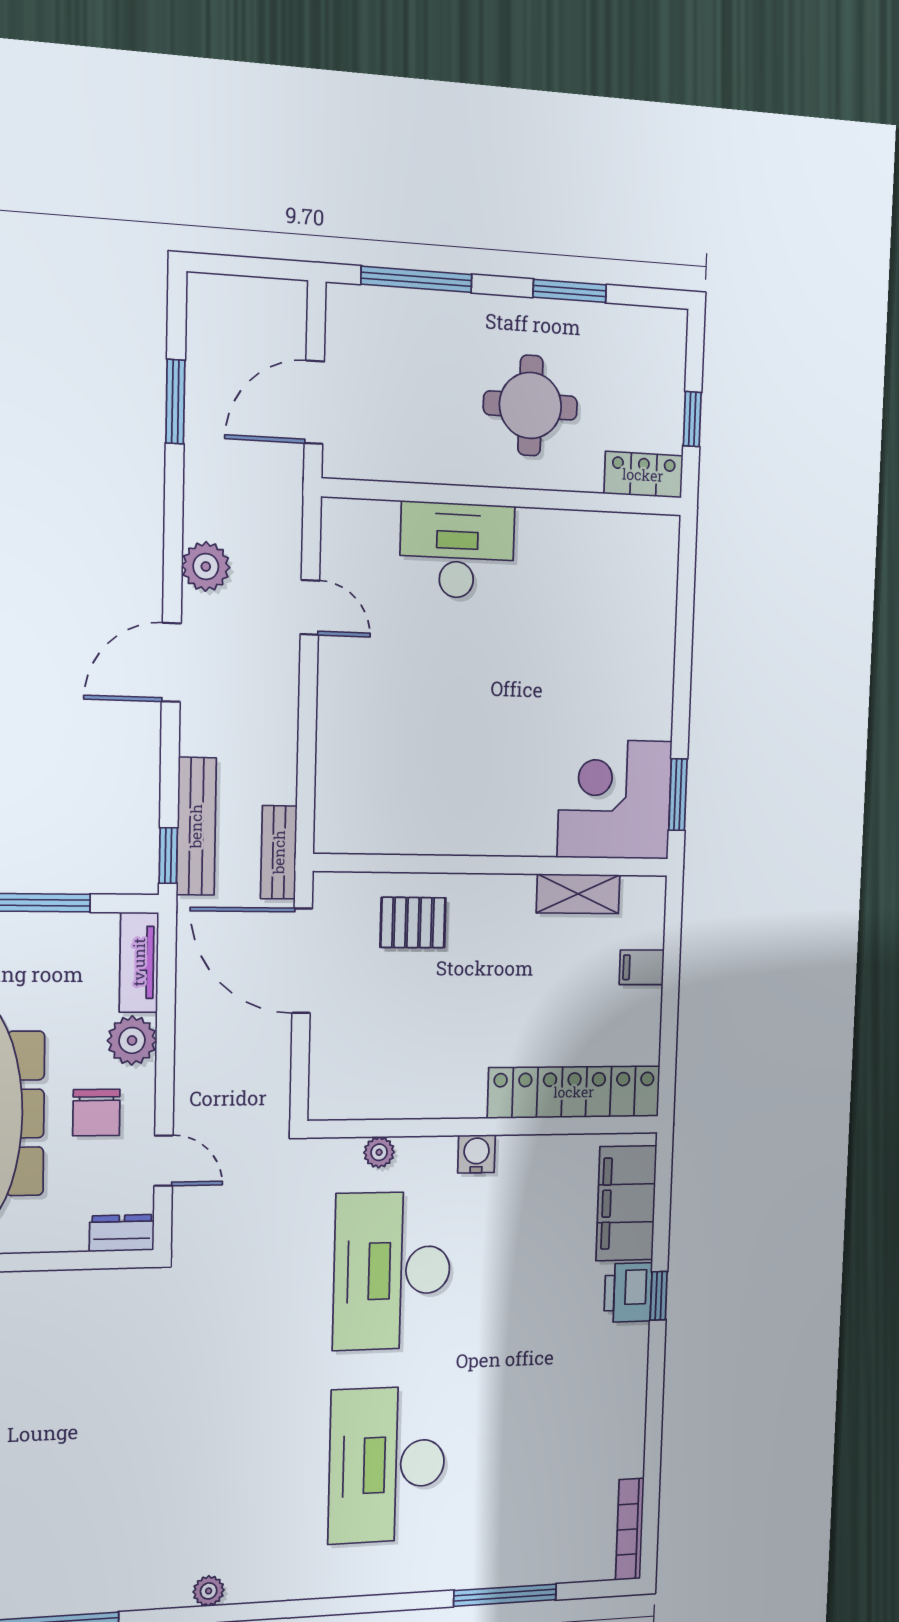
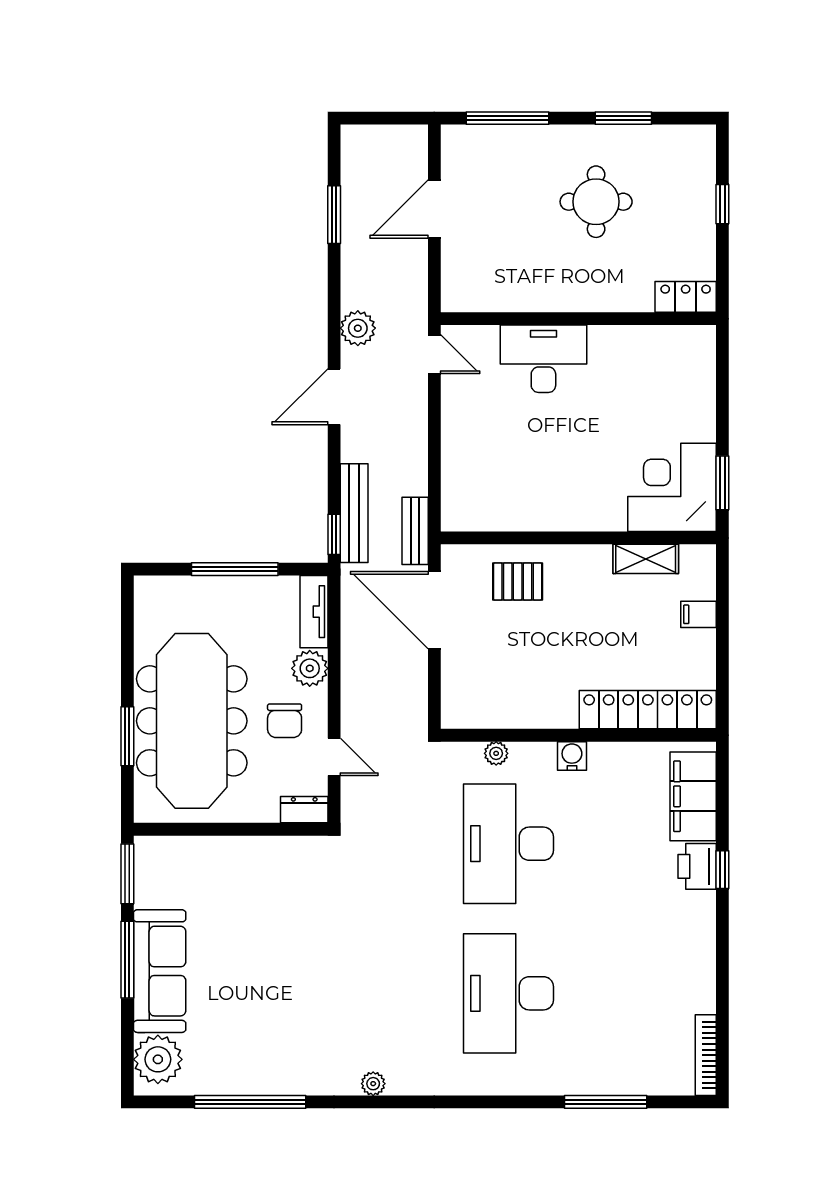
locker: (643, 475) -> (686, 297), moved
wall: (504, 497) -> (578, 319), moved
desk: (457, 550) -> (543, 359), moved

